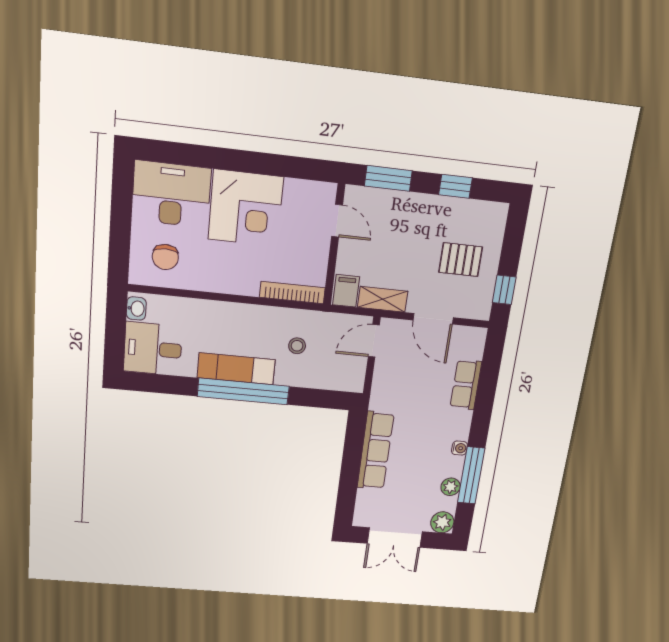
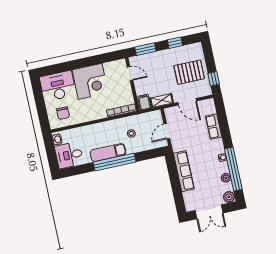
pallet: (461, 260) -> (189, 72), width x1.50, depth x1.42
door: (374, 341) -> (167, 131), moved
window: (471, 475) -> (233, 169), width x1.46

